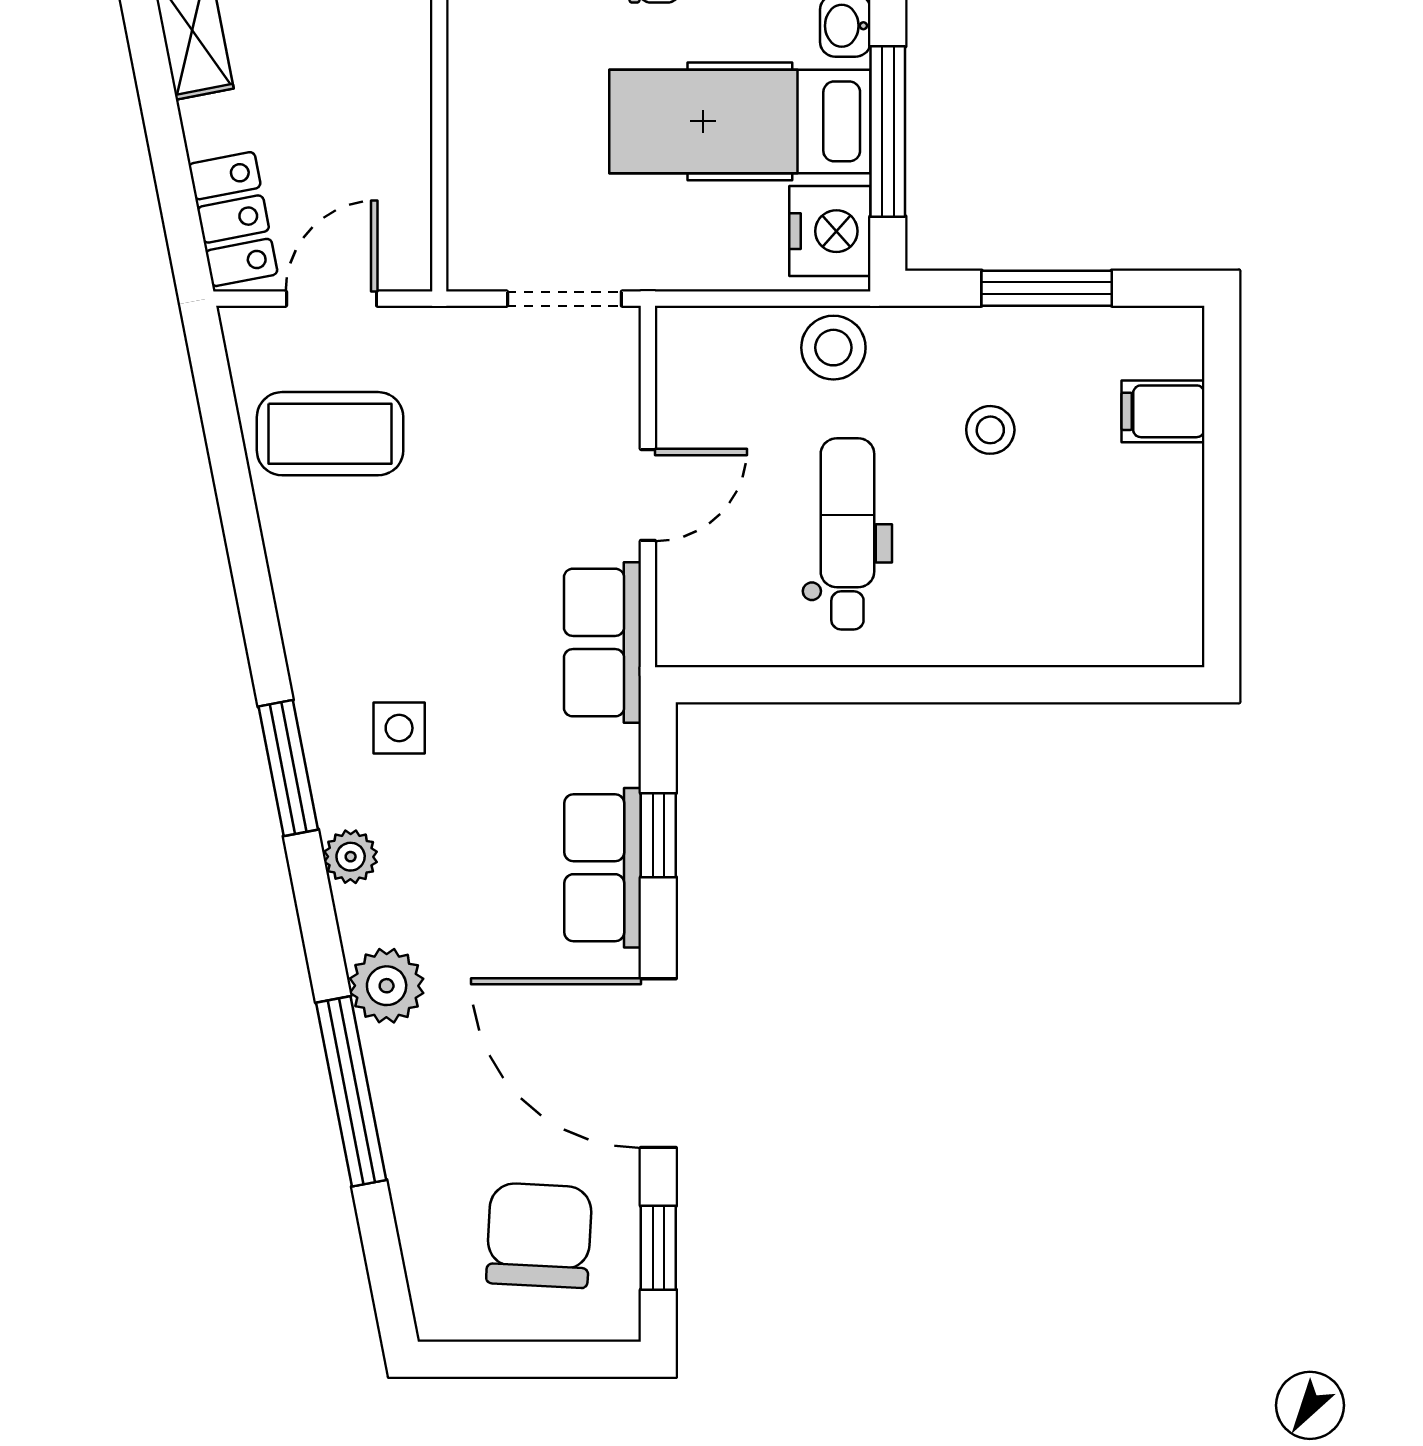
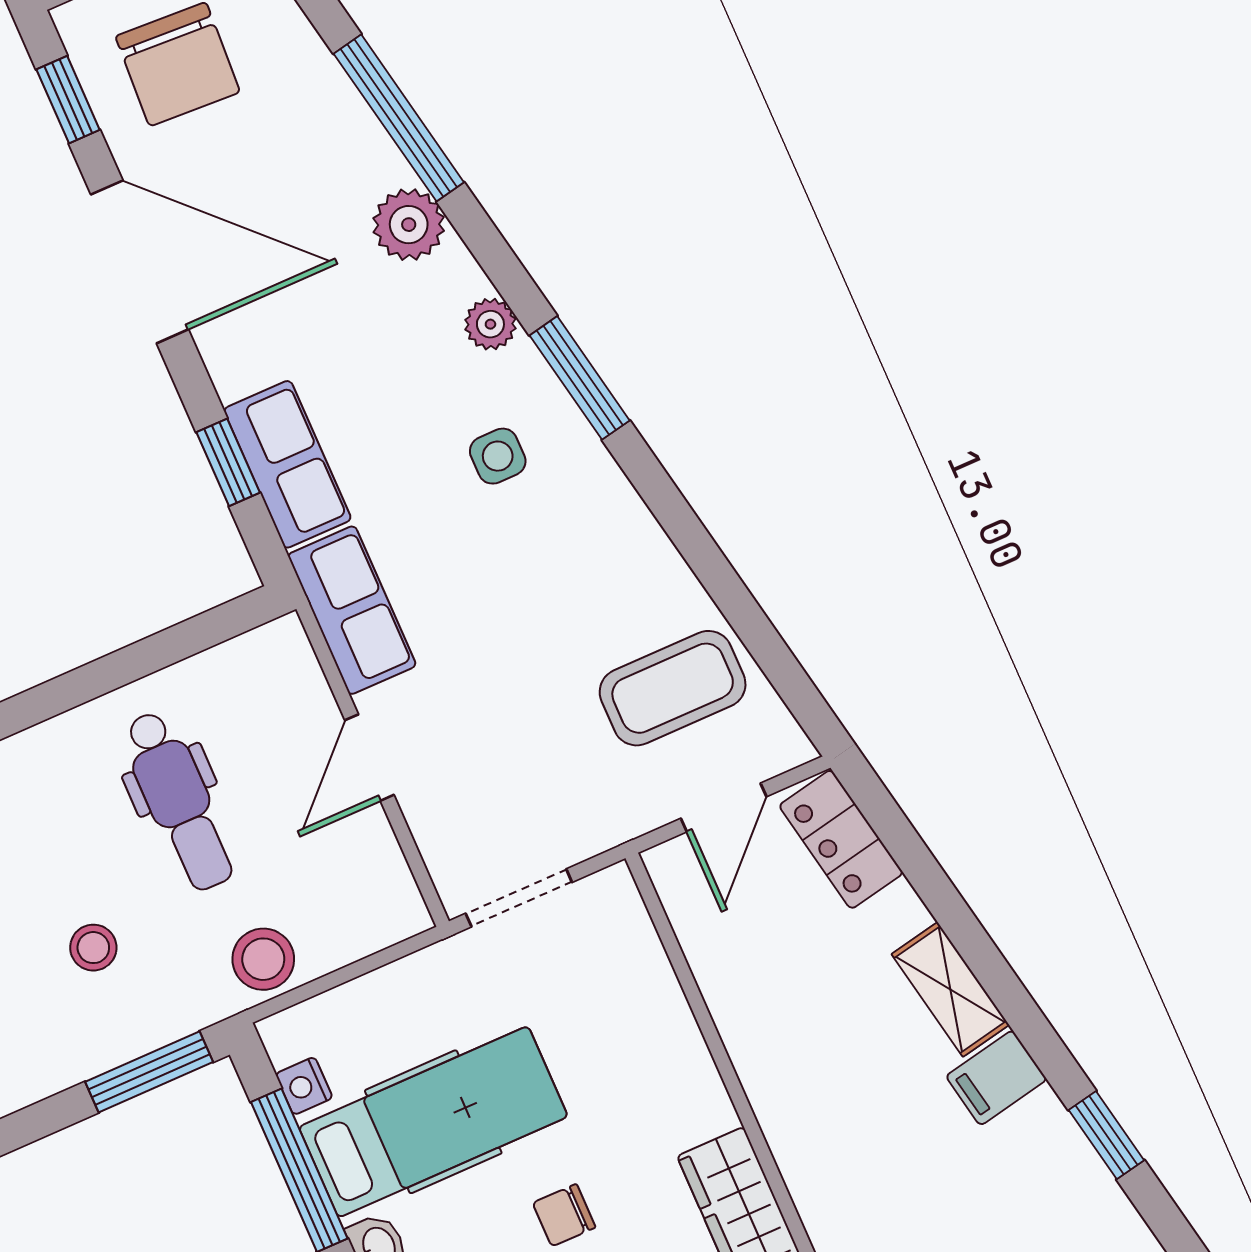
nightstand: (830, 231) -> (304, 1086), width x0.53, depth x0.56
window: (1047, 288) -> (149, 1072), moved
row of seats: (603, 868) -> (287, 464), moved

